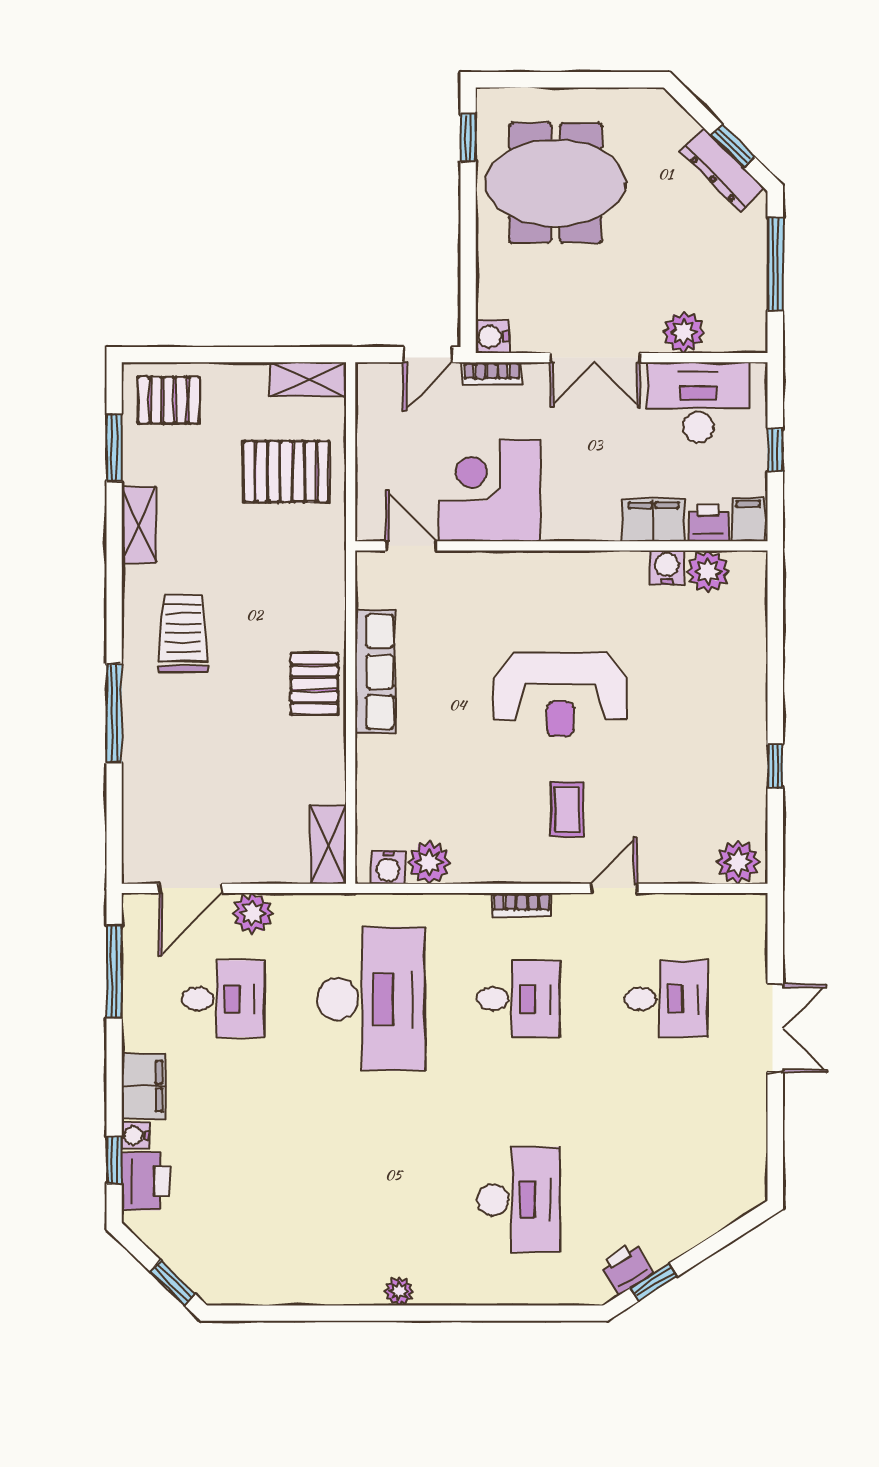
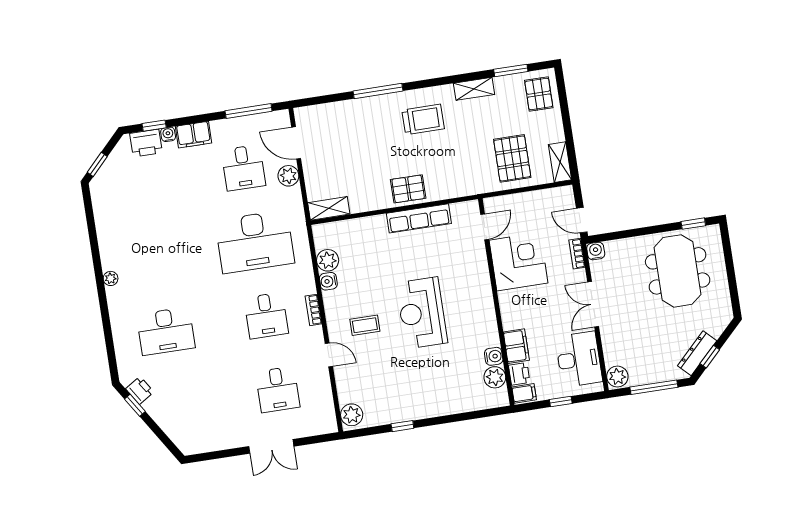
plant: (684, 332) -> (617, 377), moved
water cooler: (388, 867) -> (328, 281), moved

